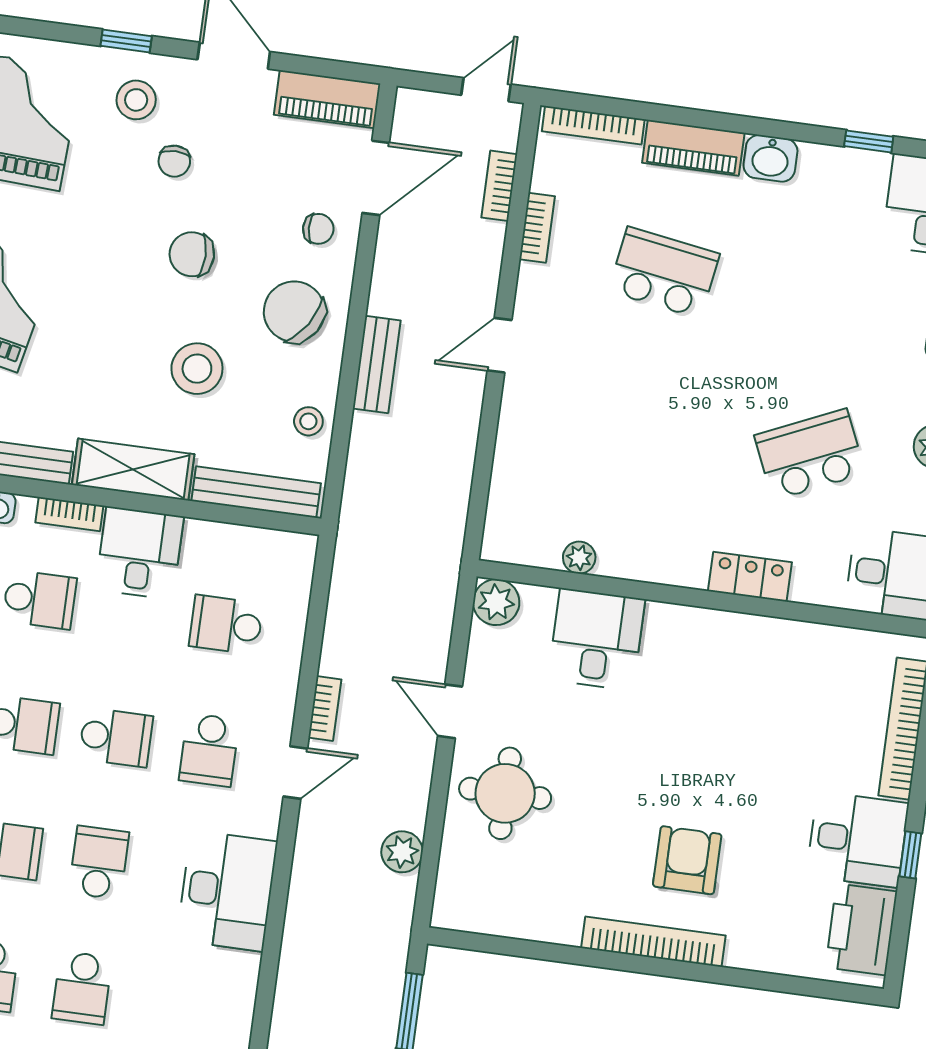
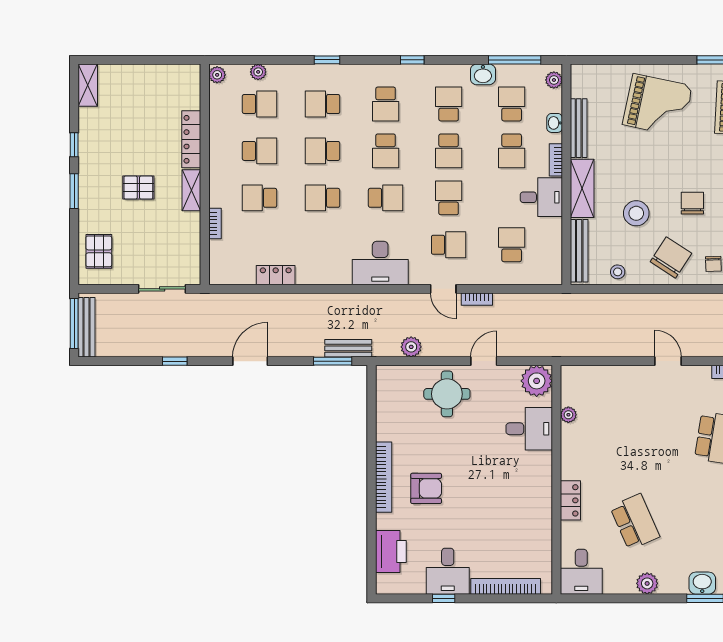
bench: (377, 365) -> (348, 348), moved
plant: (496, 602) -> (537, 381), width x1.36, depth x1.36
school desk: (116, 737) -> (449, 198), turned 180
school desk: (209, 750) -> (449, 245), turned 180
printer: (861, 929) -> (391, 552), moved, turned 90

